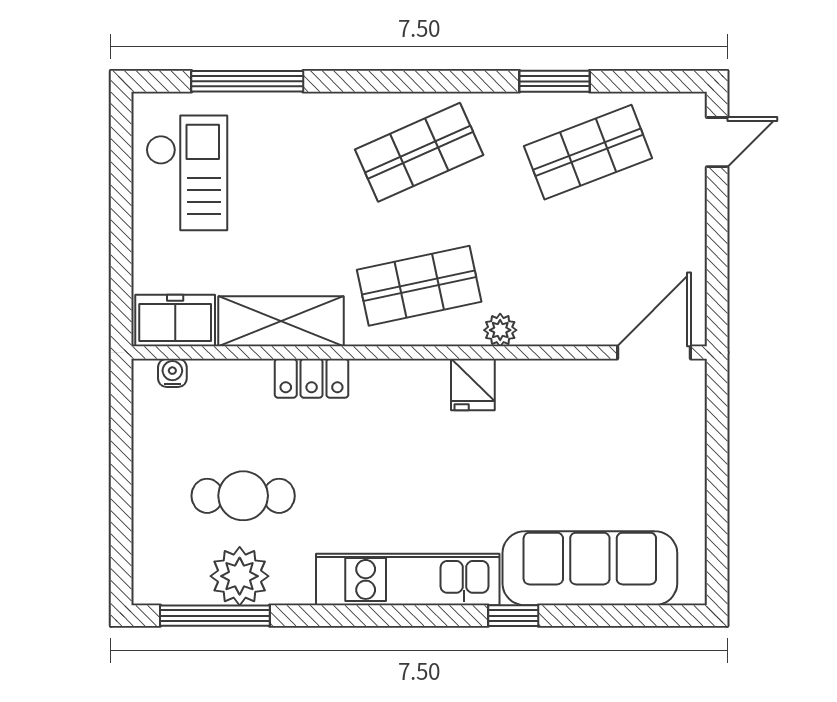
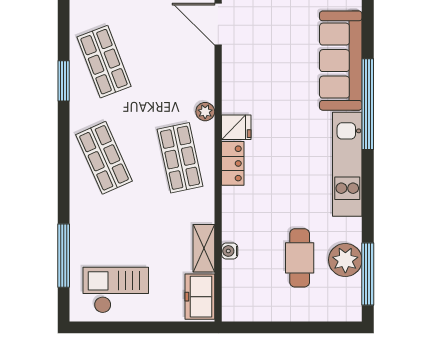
shelving: (281, 321) -> (204, 248), width x0.67, depth x0.75
water cooler: (172, 373) -> (230, 251), moved
locker: (312, 378) -> (233, 163), moved
window: (513, 616) -> (368, 104), width x3.17

